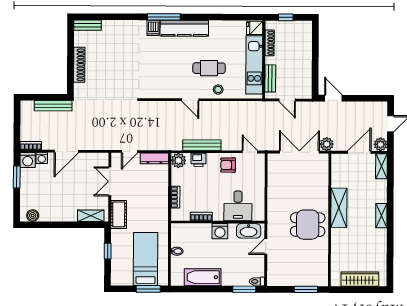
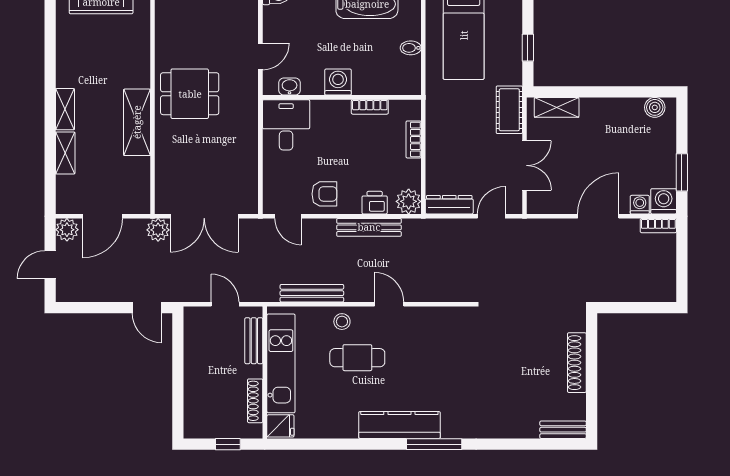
dishwasher: (153, 28) -> (452, 425), removed
bench: (53, 106) -> (312, 293), moved
shelving: (381, 166) -> (65, 153), moved
desk: (238, 206) -> (286, 125), moved
washbasin: (249, 231) -> (290, 87), width x0.52, depth x0.69

